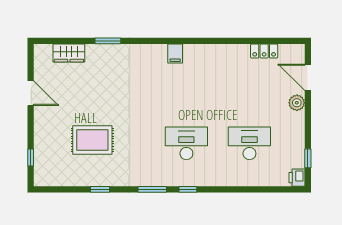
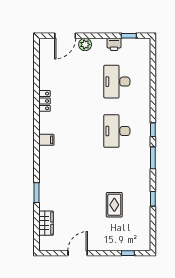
locker: (264, 51) -> (45, 101), moved
rug: (92, 140) -> (114, 205), width x0.73, depth x0.70
printer: (297, 178) -> (114, 44), moved

